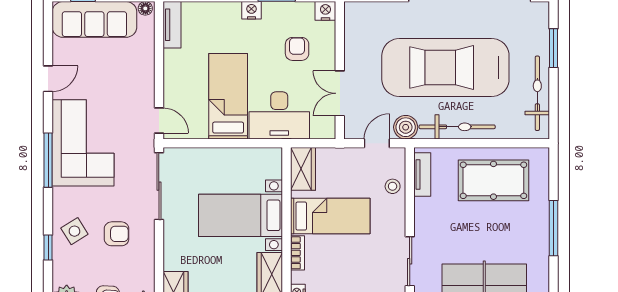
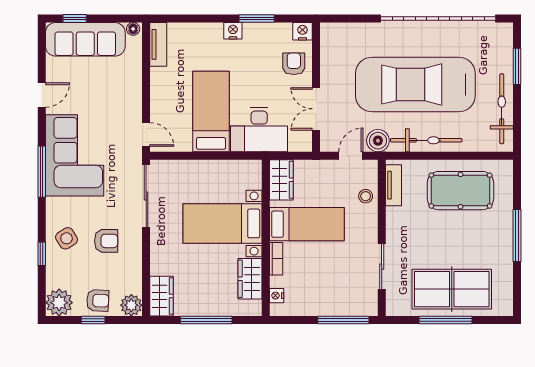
armchair: (297, 49) -> (294, 64), moved

